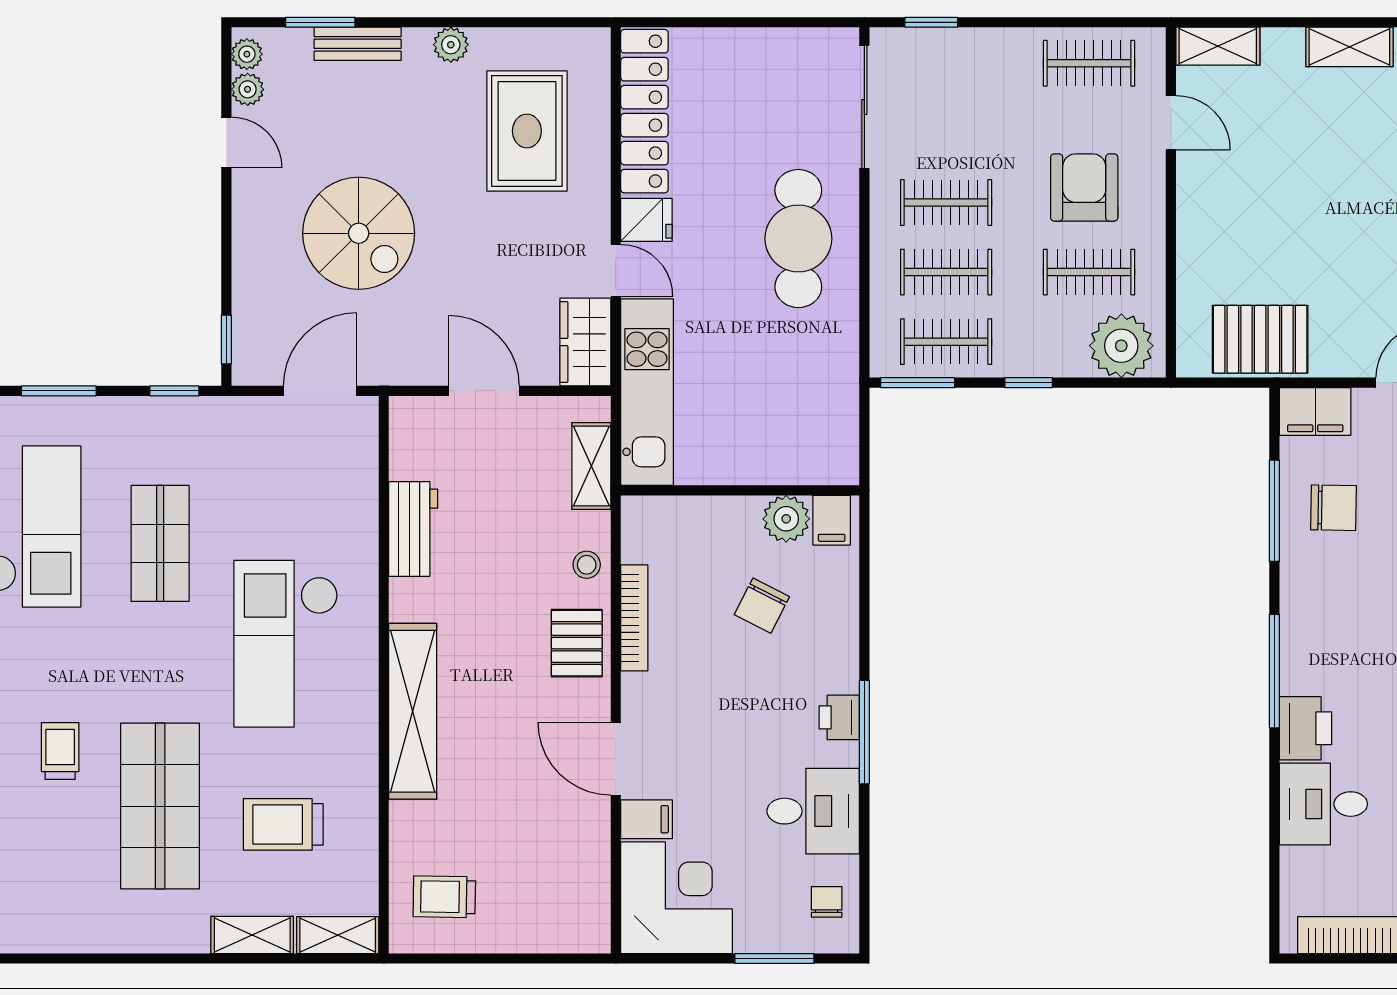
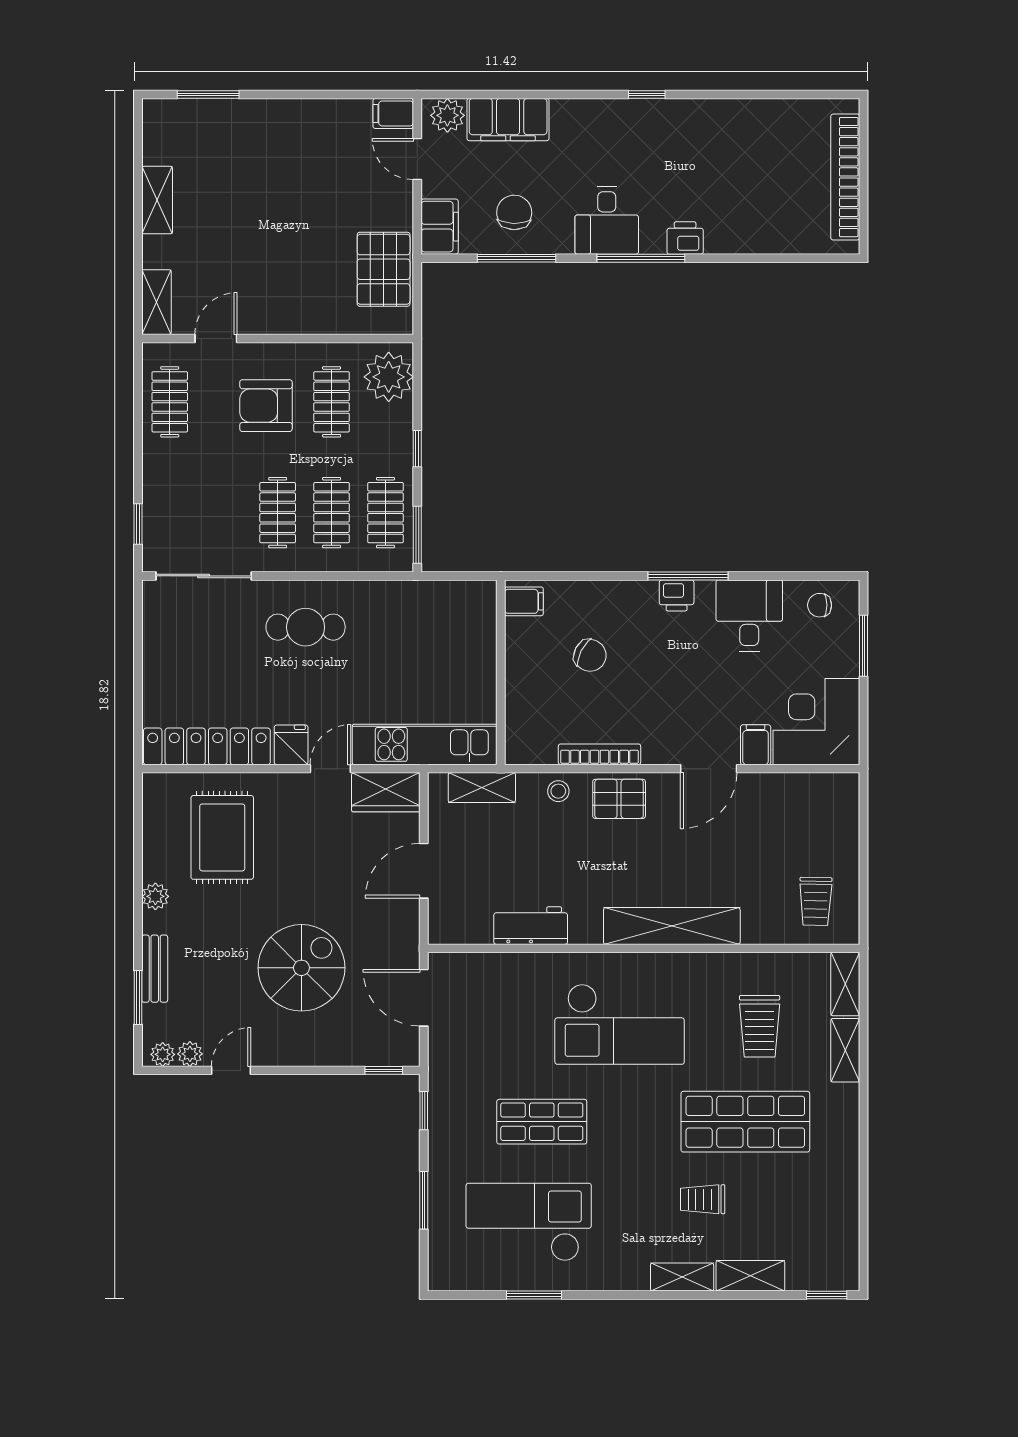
rug: (527, 131) -> (222, 837), turned 90
cafe table: (798, 239) -> (306, 627), width x0.73, depth x0.74
plant: (786, 519) -> (523, 637), removed
printer: (1306, 728) -> (685, 238), width x0.73, depth x0.81
desk: (1323, 804) -> (607, 220), moved

